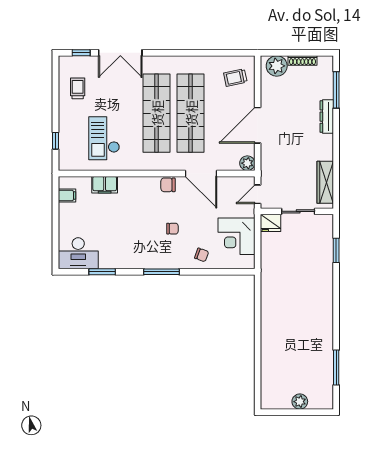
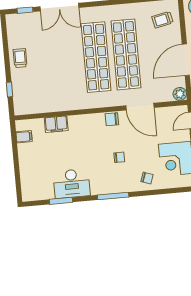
trolley: (78, 88) -> (20, 58), moved
checkout: (104, 138) -> (52, 83), removed
desk: (78, 253) -> (72, 184), moved

